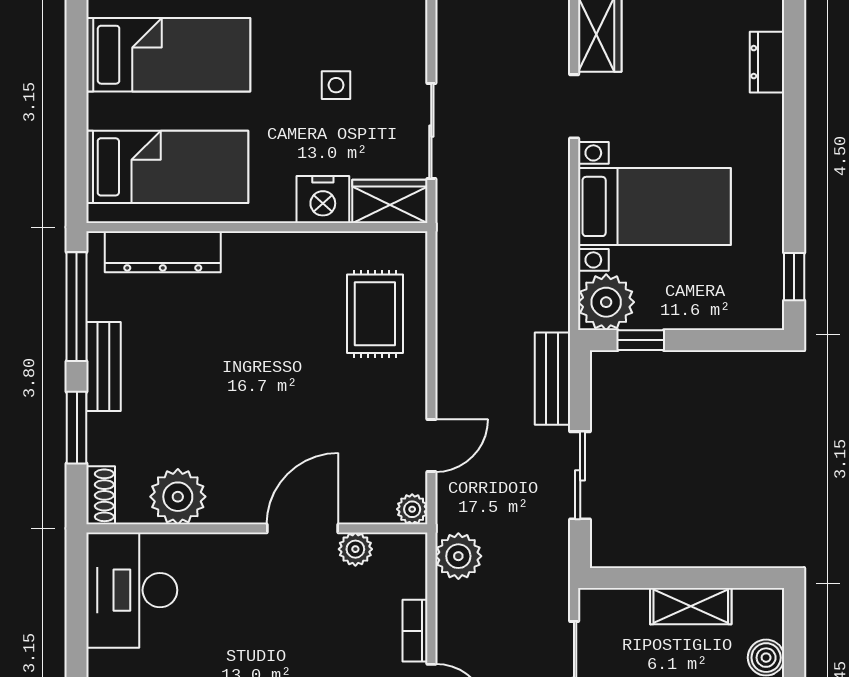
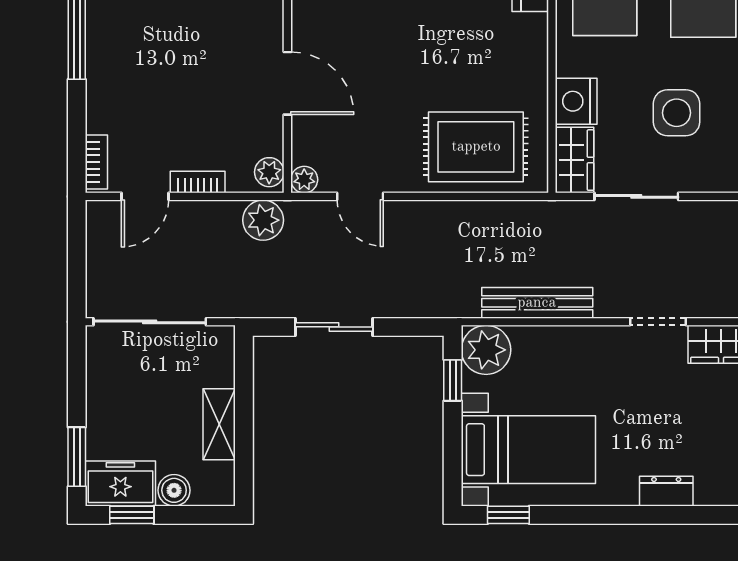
dresser: (767, 62) -> (666, 491), moved
side table: (336, 85) -> (677, 113), width x1.87, depth x1.87
bed with nightstands: (654, 206) -> (528, 450), moved, turned -90
rug: (375, 314) -> (476, 147), width x1.36, depth x1.43
bench: (552, 379) -> (537, 303), moved, width x1.36
plant: (355, 549) -> (269, 172), moved

